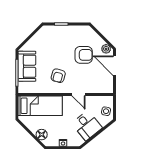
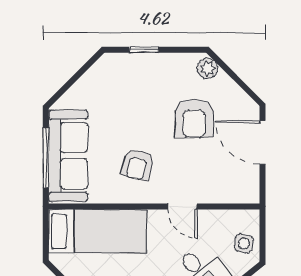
plant: (106, 49) -> (207, 68), moved
armchair: (84, 55) -> (194, 118), turned 90
sofa: (27, 66) -> (68, 156), width x1.36

